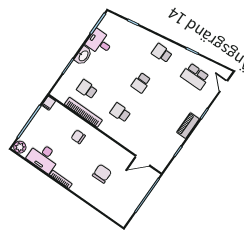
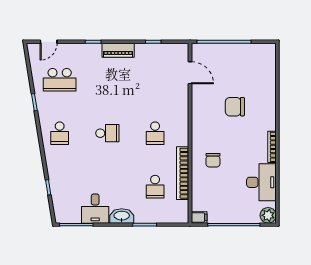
school desk: (195, 76) -> (60, 80), turned 90

